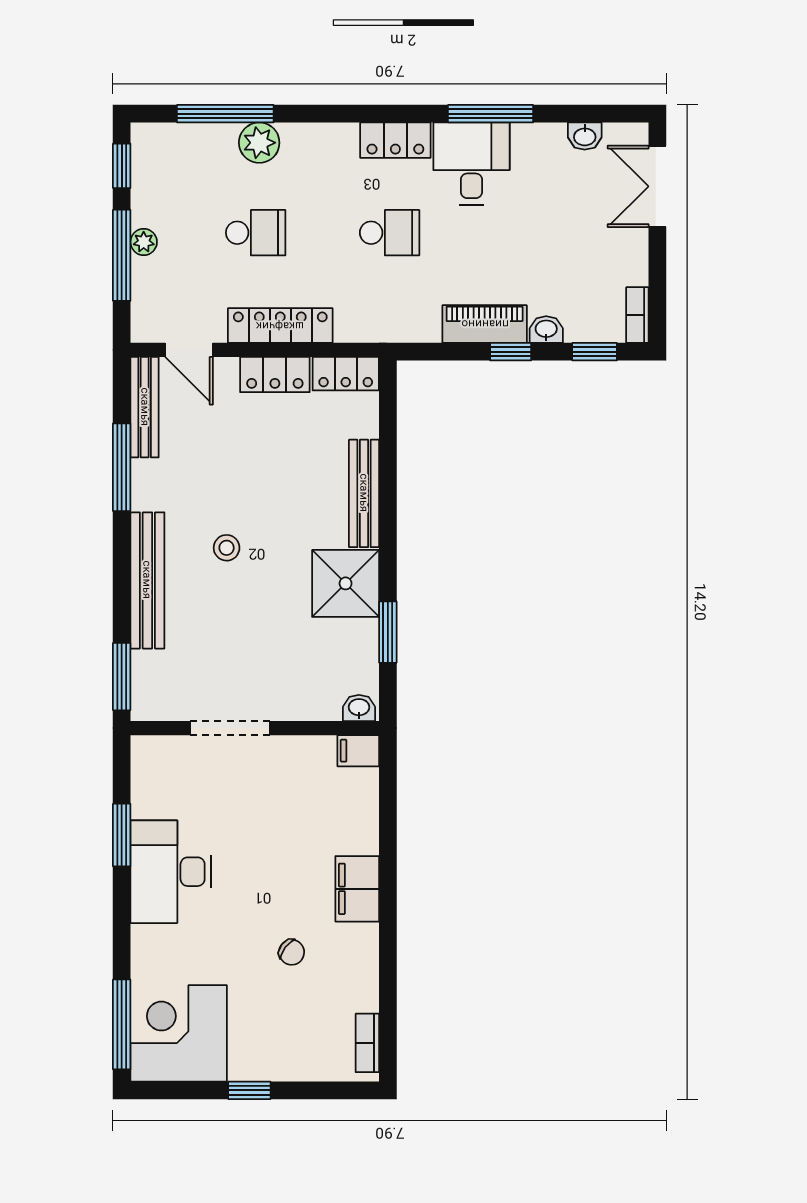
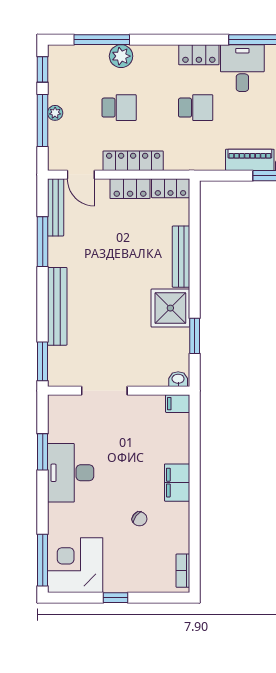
stool: (227, 548) -> (102, 288), removed

